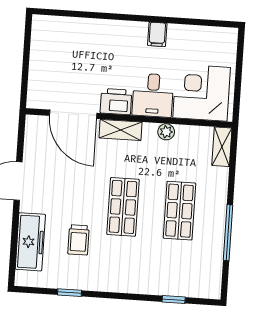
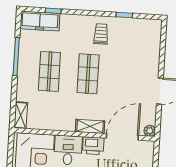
door: (73, 114) -> (122, 137), hinge flipped
plant: (166, 132) -> (150, 131), moved
trolley: (78, 240) -> (101, 34), moved
freezer: (30, 242) -> (40, 21), moved, turned -90

